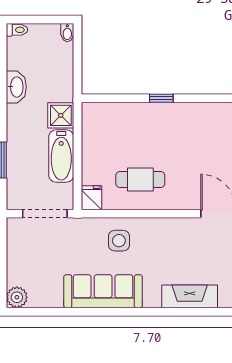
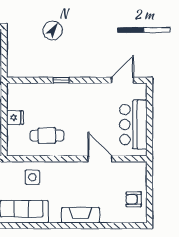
fridge: (91, 198) -> (15, 118), moved, turned 90

